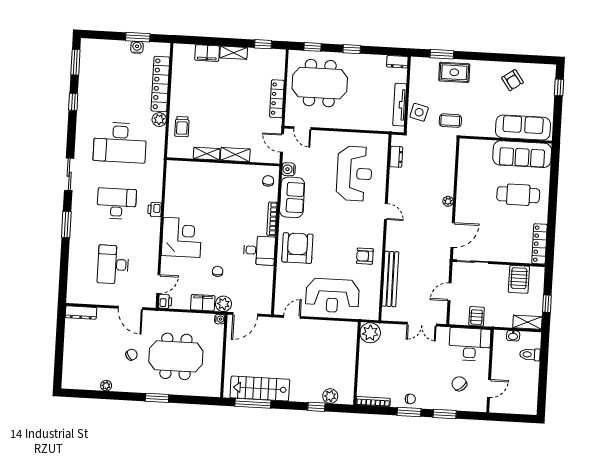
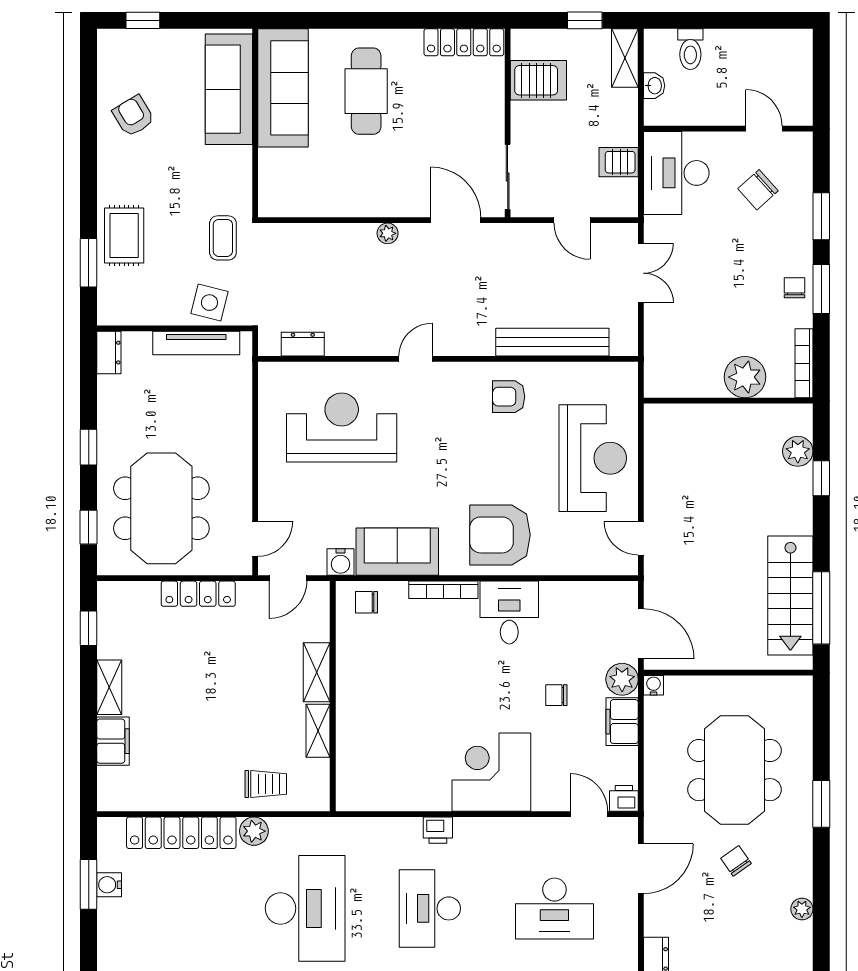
armchair: (512, 80) -> (133, 116), turned -86
armchair: (365, 256) -> (509, 397), turned 90
plant: (370, 333) -> (745, 377), moved

